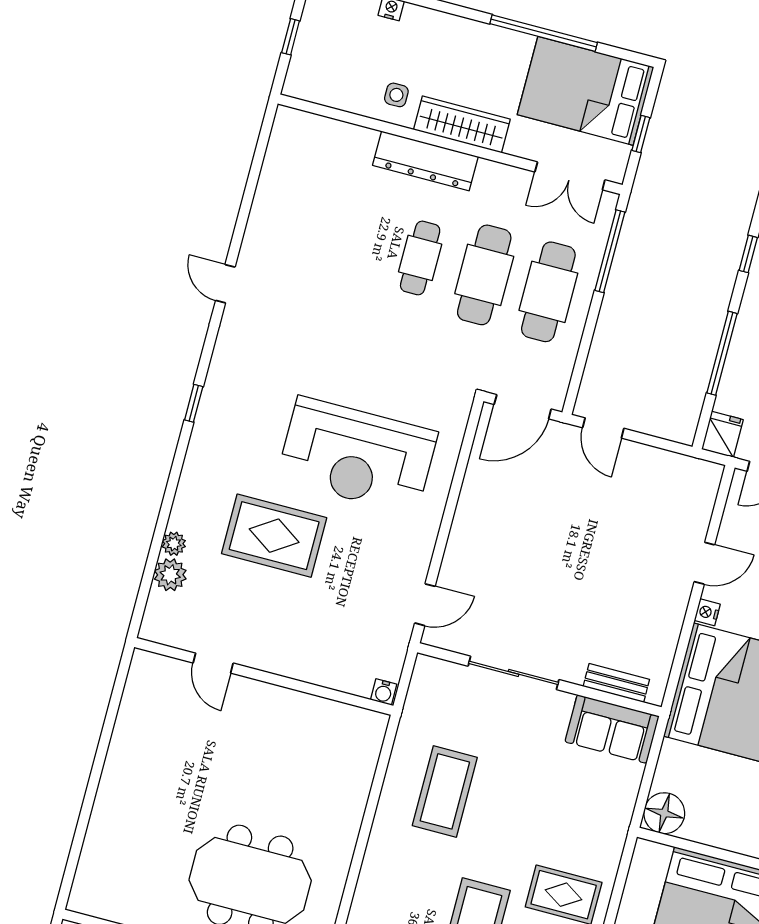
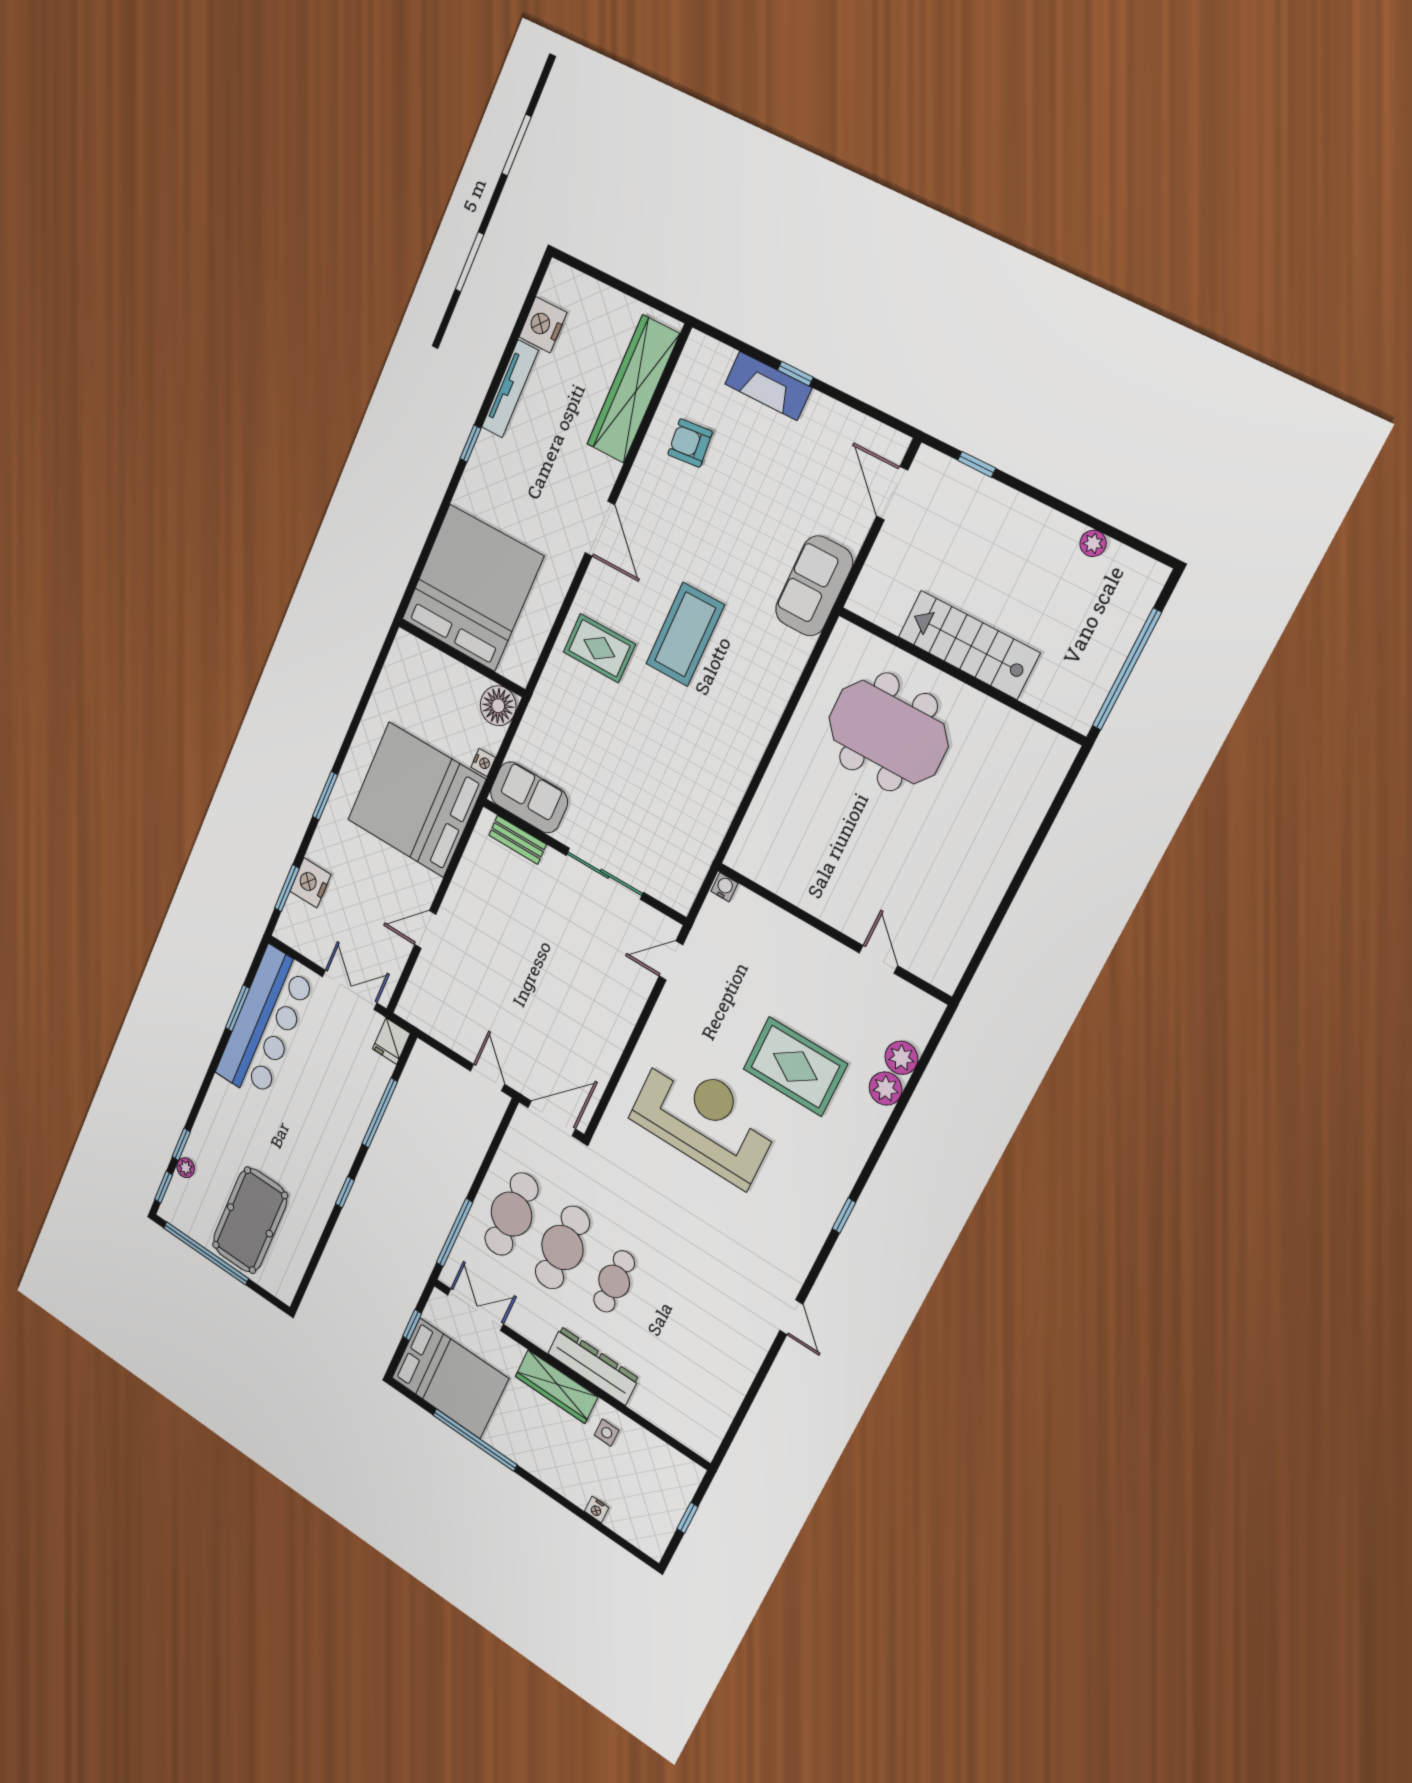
plant: (174, 544) -> (886, 1089), width x1.38, depth x1.38
nightstand: (707, 612) -> (483, 762), moved
coffee table: (445, 791) -> (687, 776), removed

